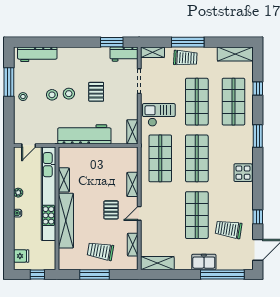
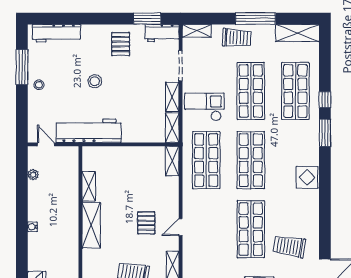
window: (188, 42) -> (255, 19), moved
window: (258, 88) -> (325, 100), moved
pallet: (96, 92) -> (121, 44), moved
stool: (52, 95) -> (74, 83), removed
shelving: (132, 106) -> (172, 97), added
workbench: (84, 134) -> (89, 131), moved
door: (29, 145) -> (46, 144), swing flipped
shelving: (132, 184) -> (172, 161), moved
plant: (18, 193) -> (33, 175), moved
kitchen unit: (48, 194) -> (70, 203), removed
window: (258, 217) -> (325, 231), removed
shelving: (66, 221) -> (91, 225), width x0.68

